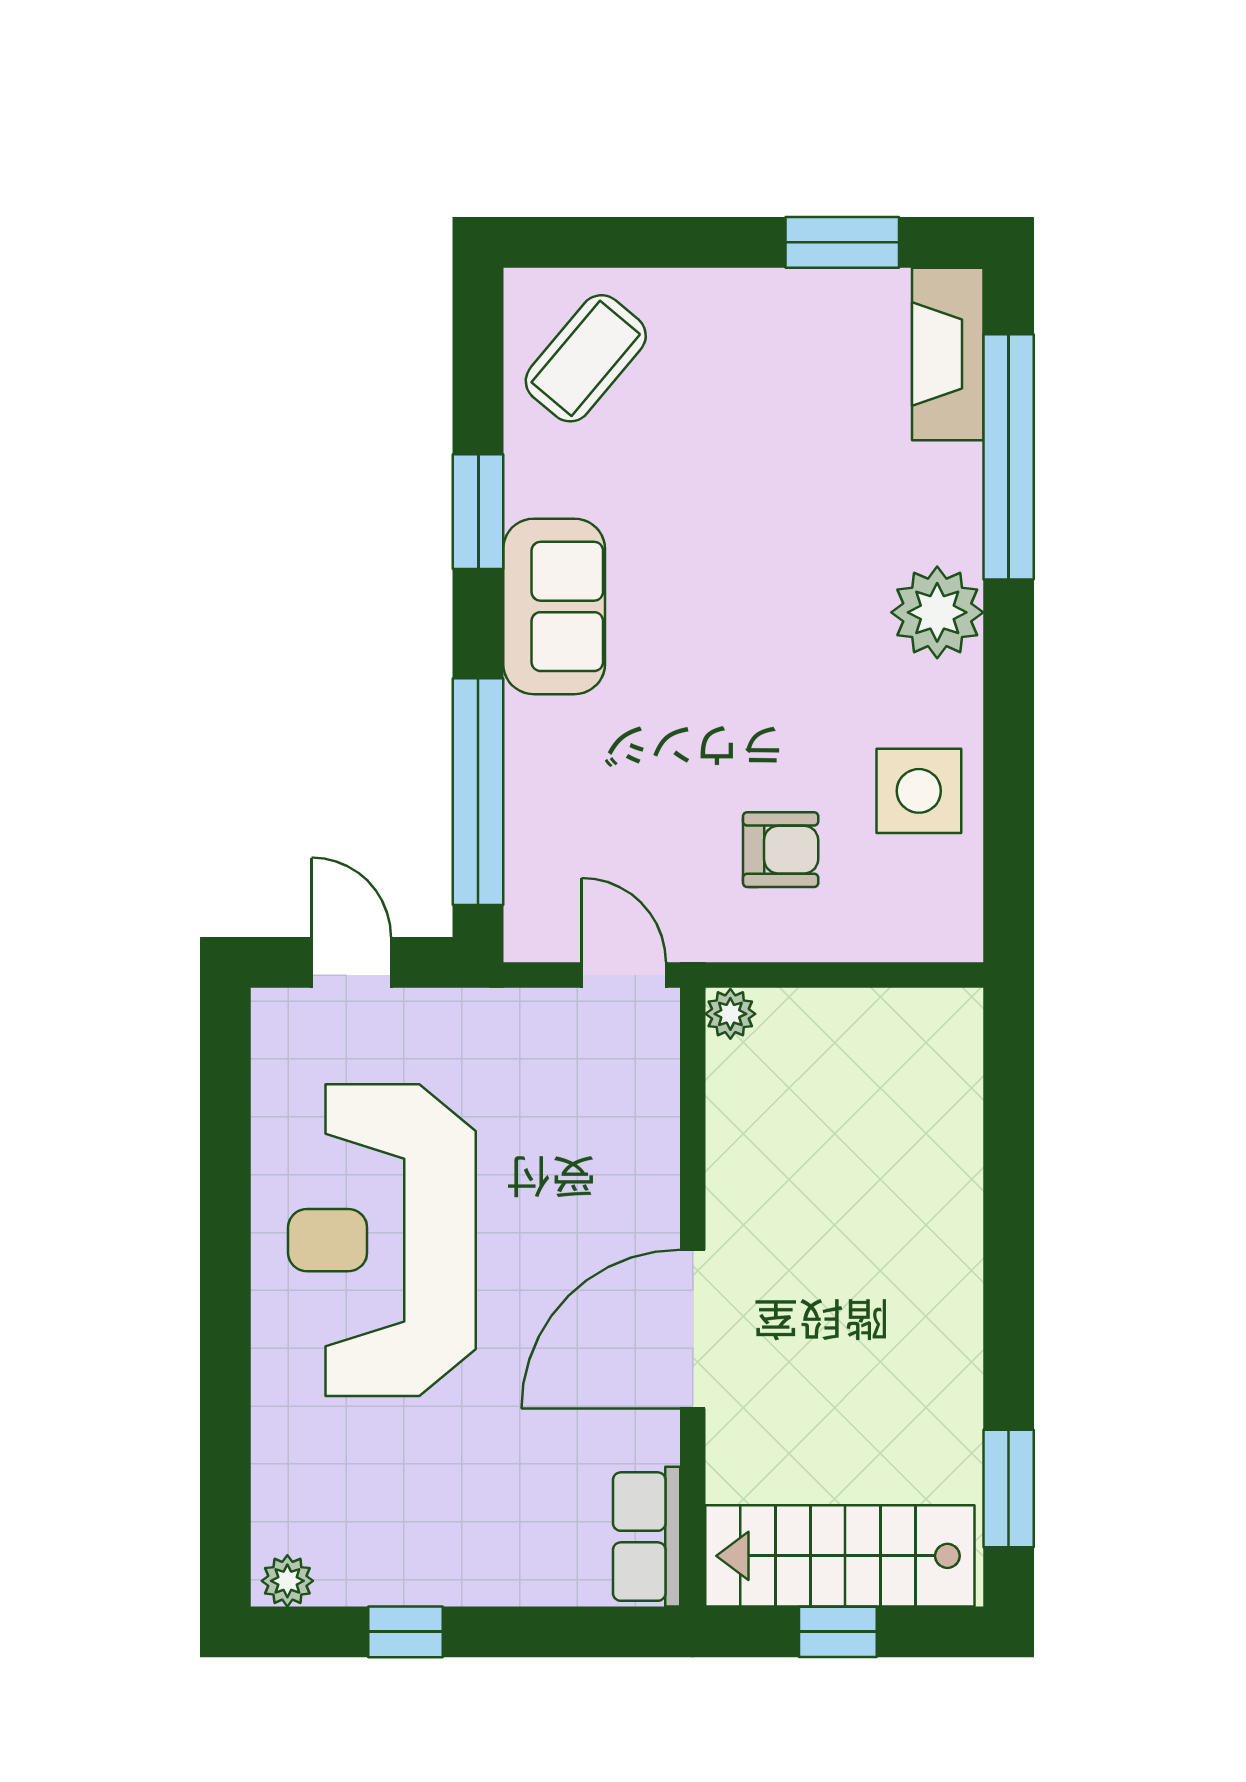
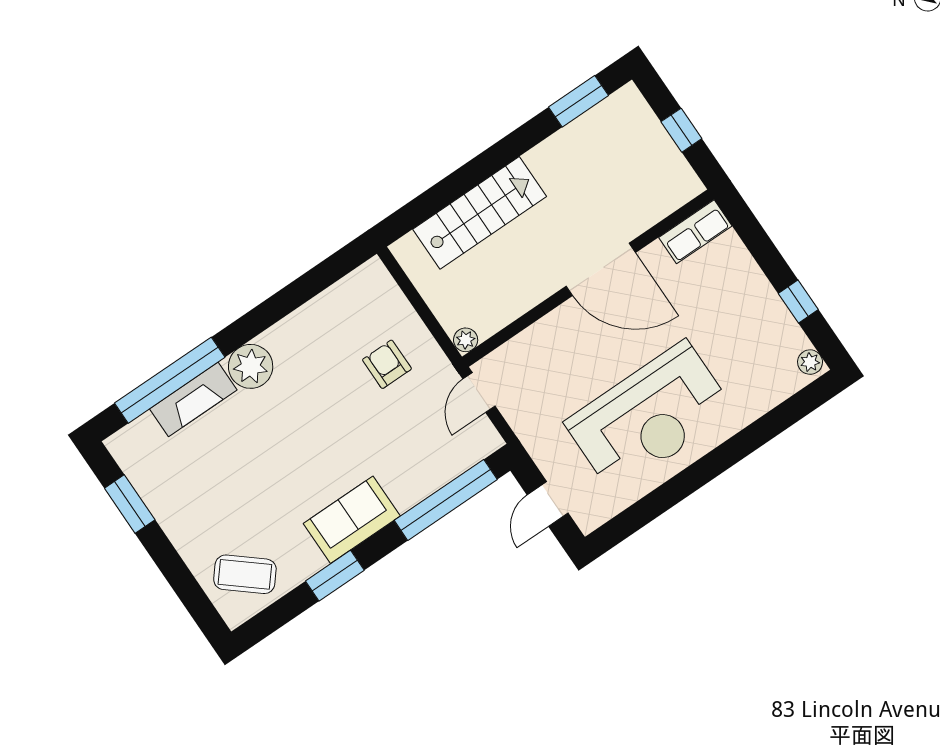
fireplace: (948, 354) -> (193, 399), moved
side table: (919, 791) -> (326, 325), removed
stairs: (840, 1556) -> (480, 213), moved, turned -90

